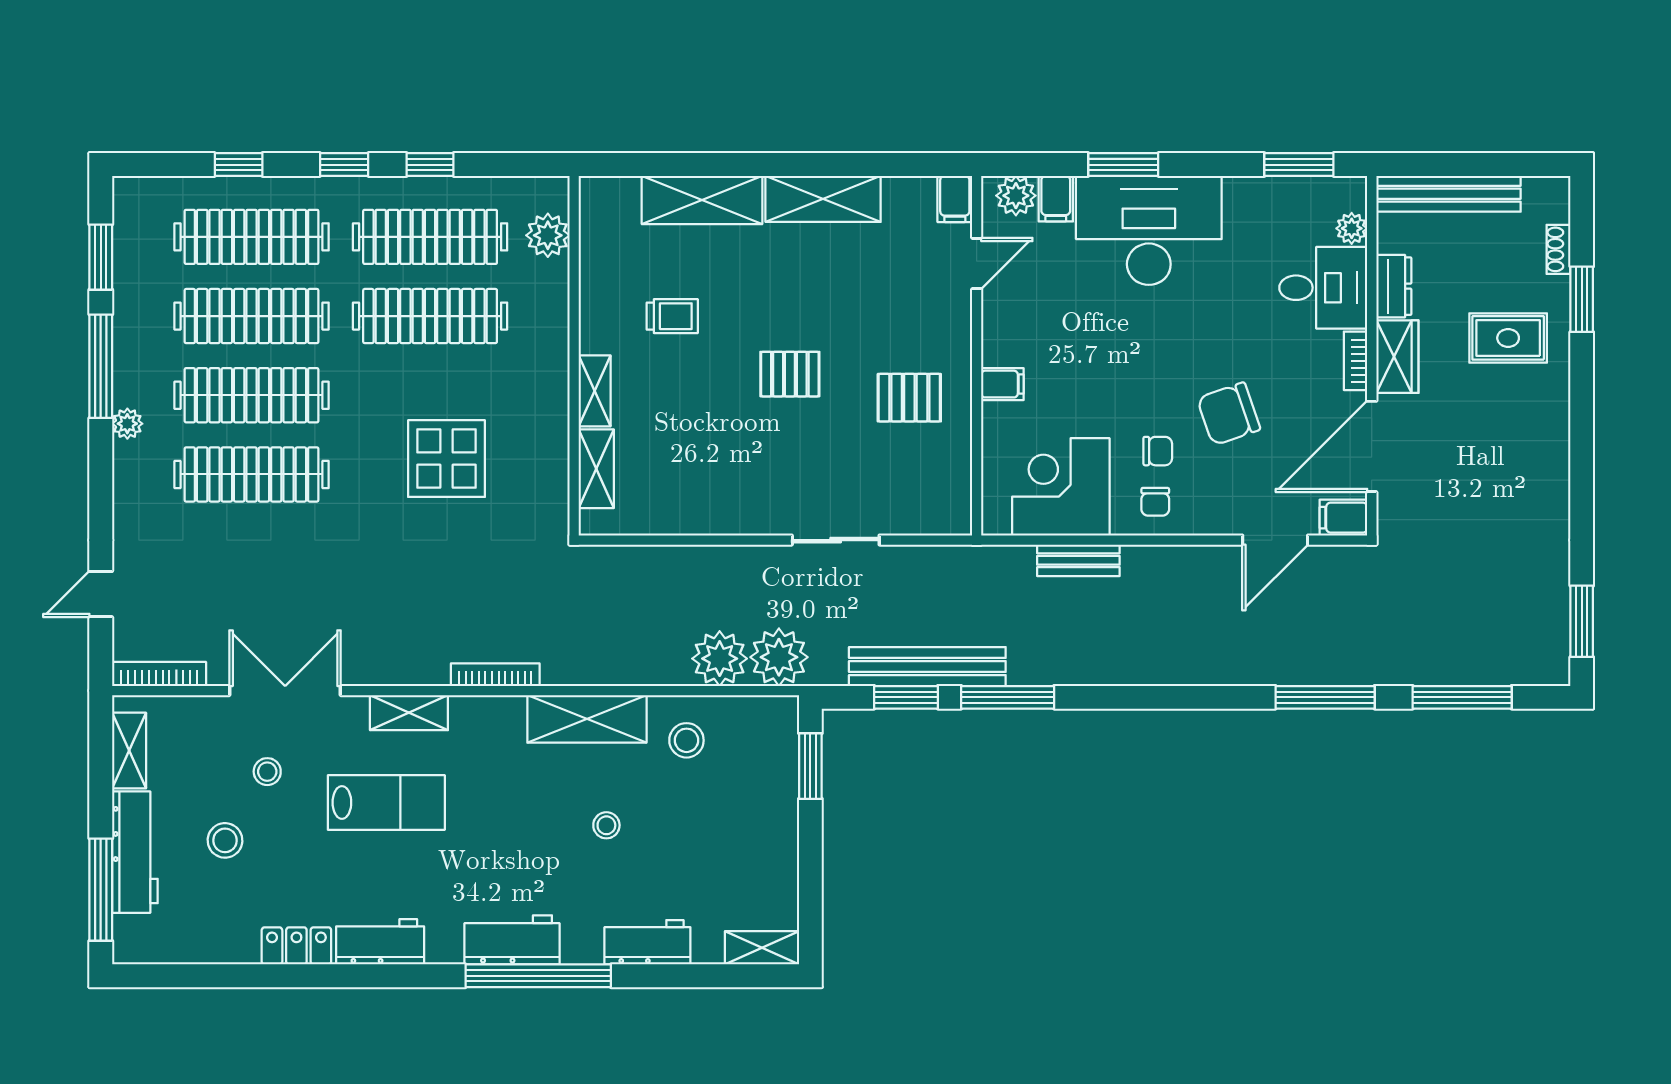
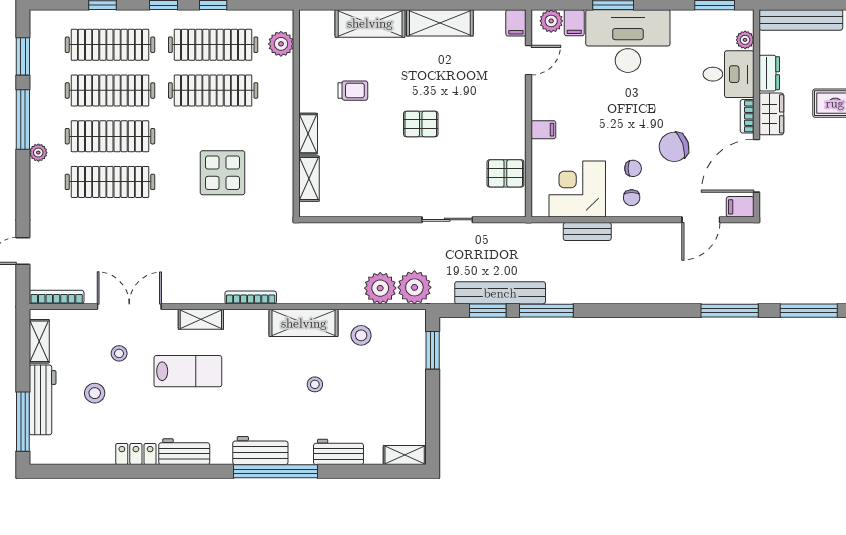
pallet: (909, 398) -> (505, 173), moved

